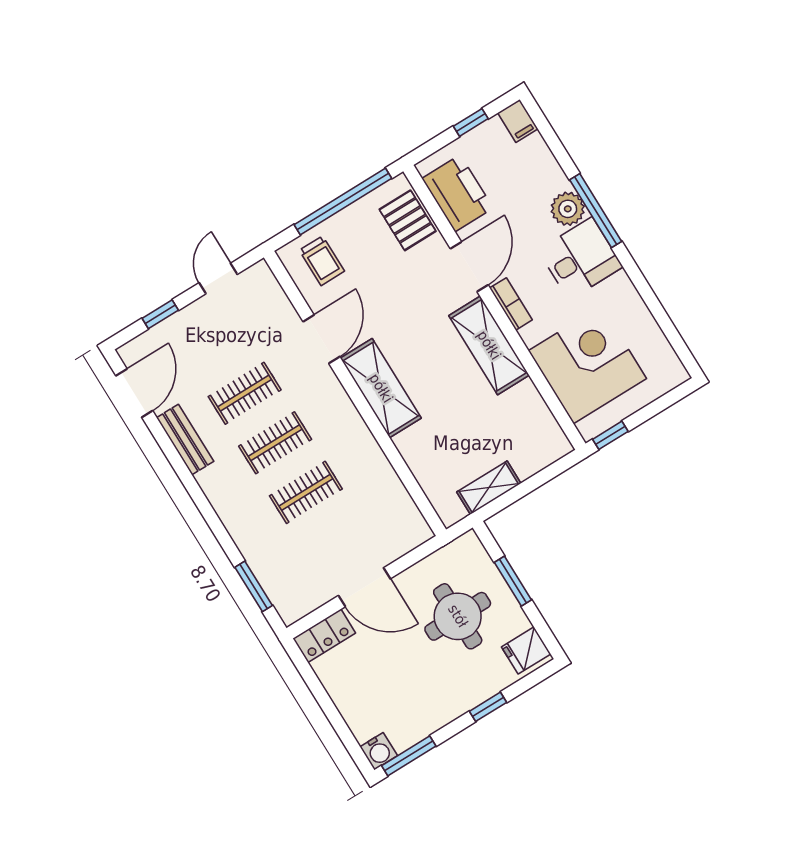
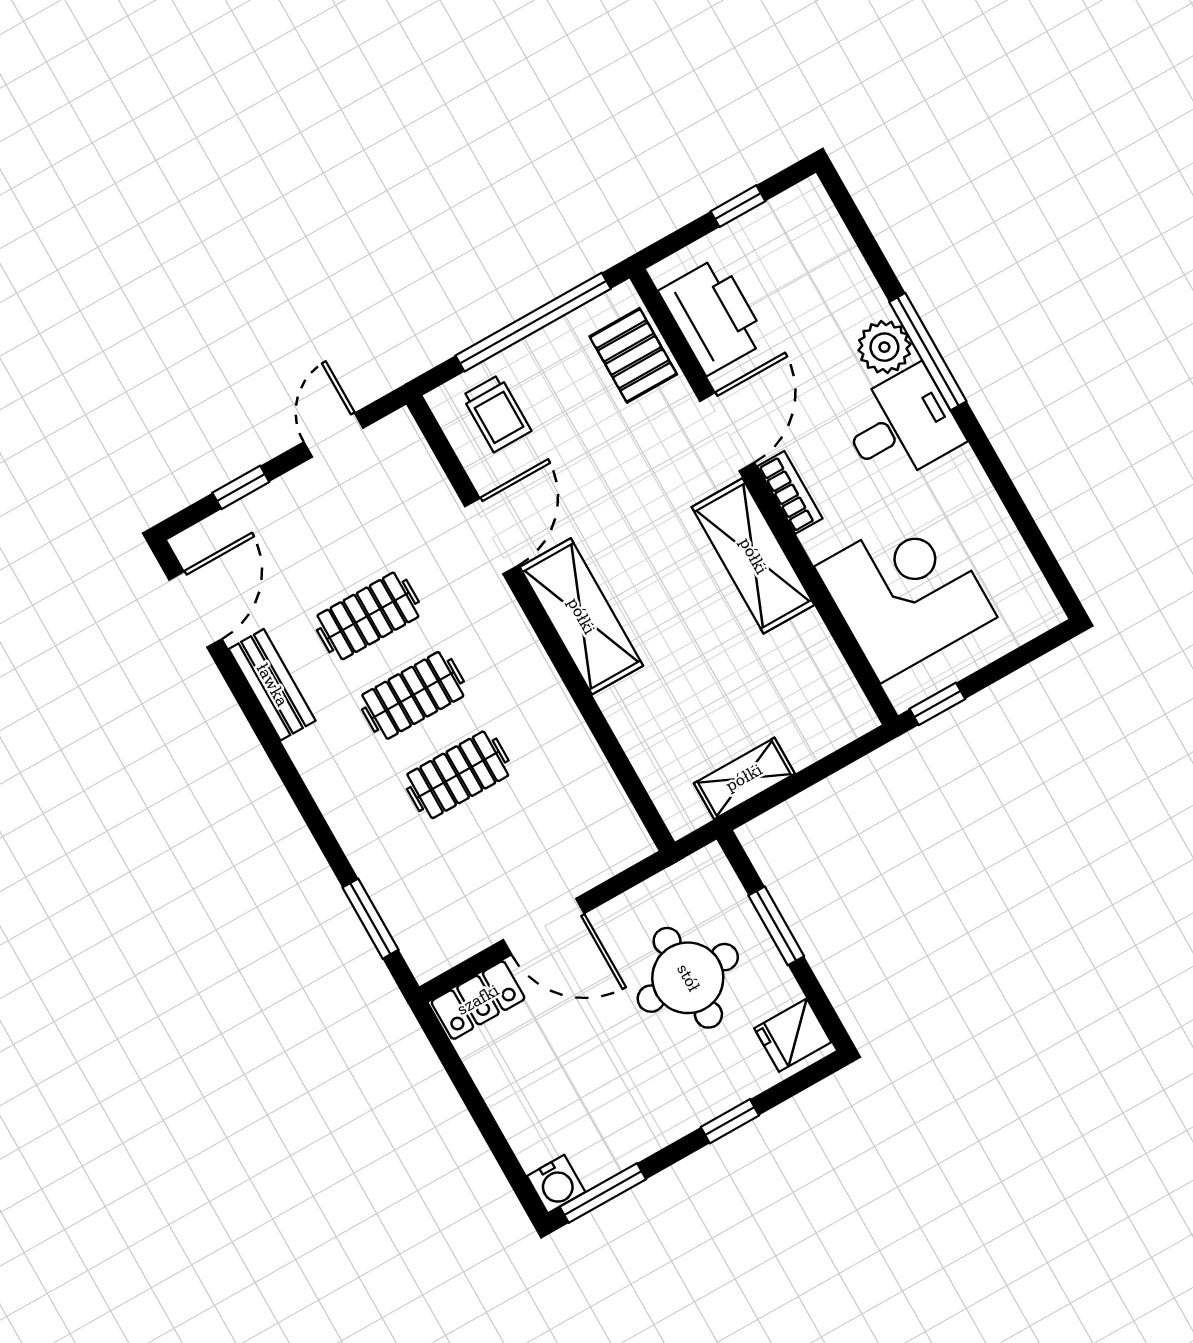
filing cabinet: (518, 121) -> (812, 207), removed

